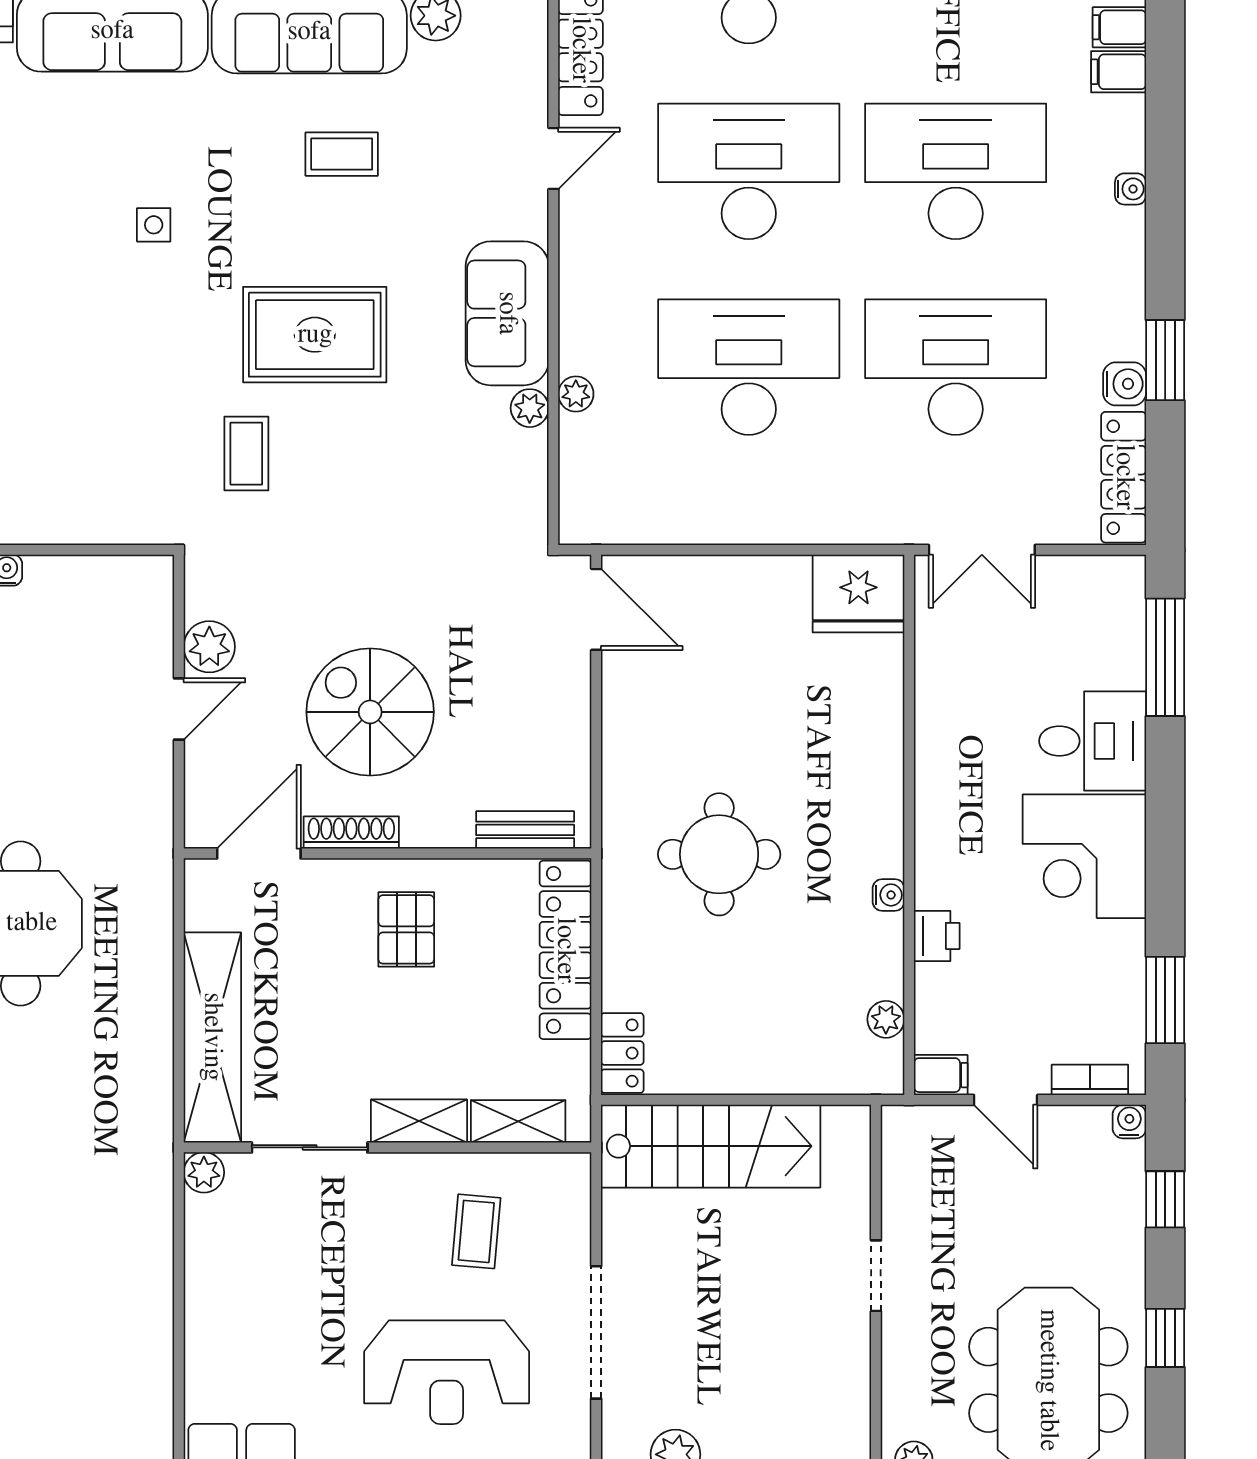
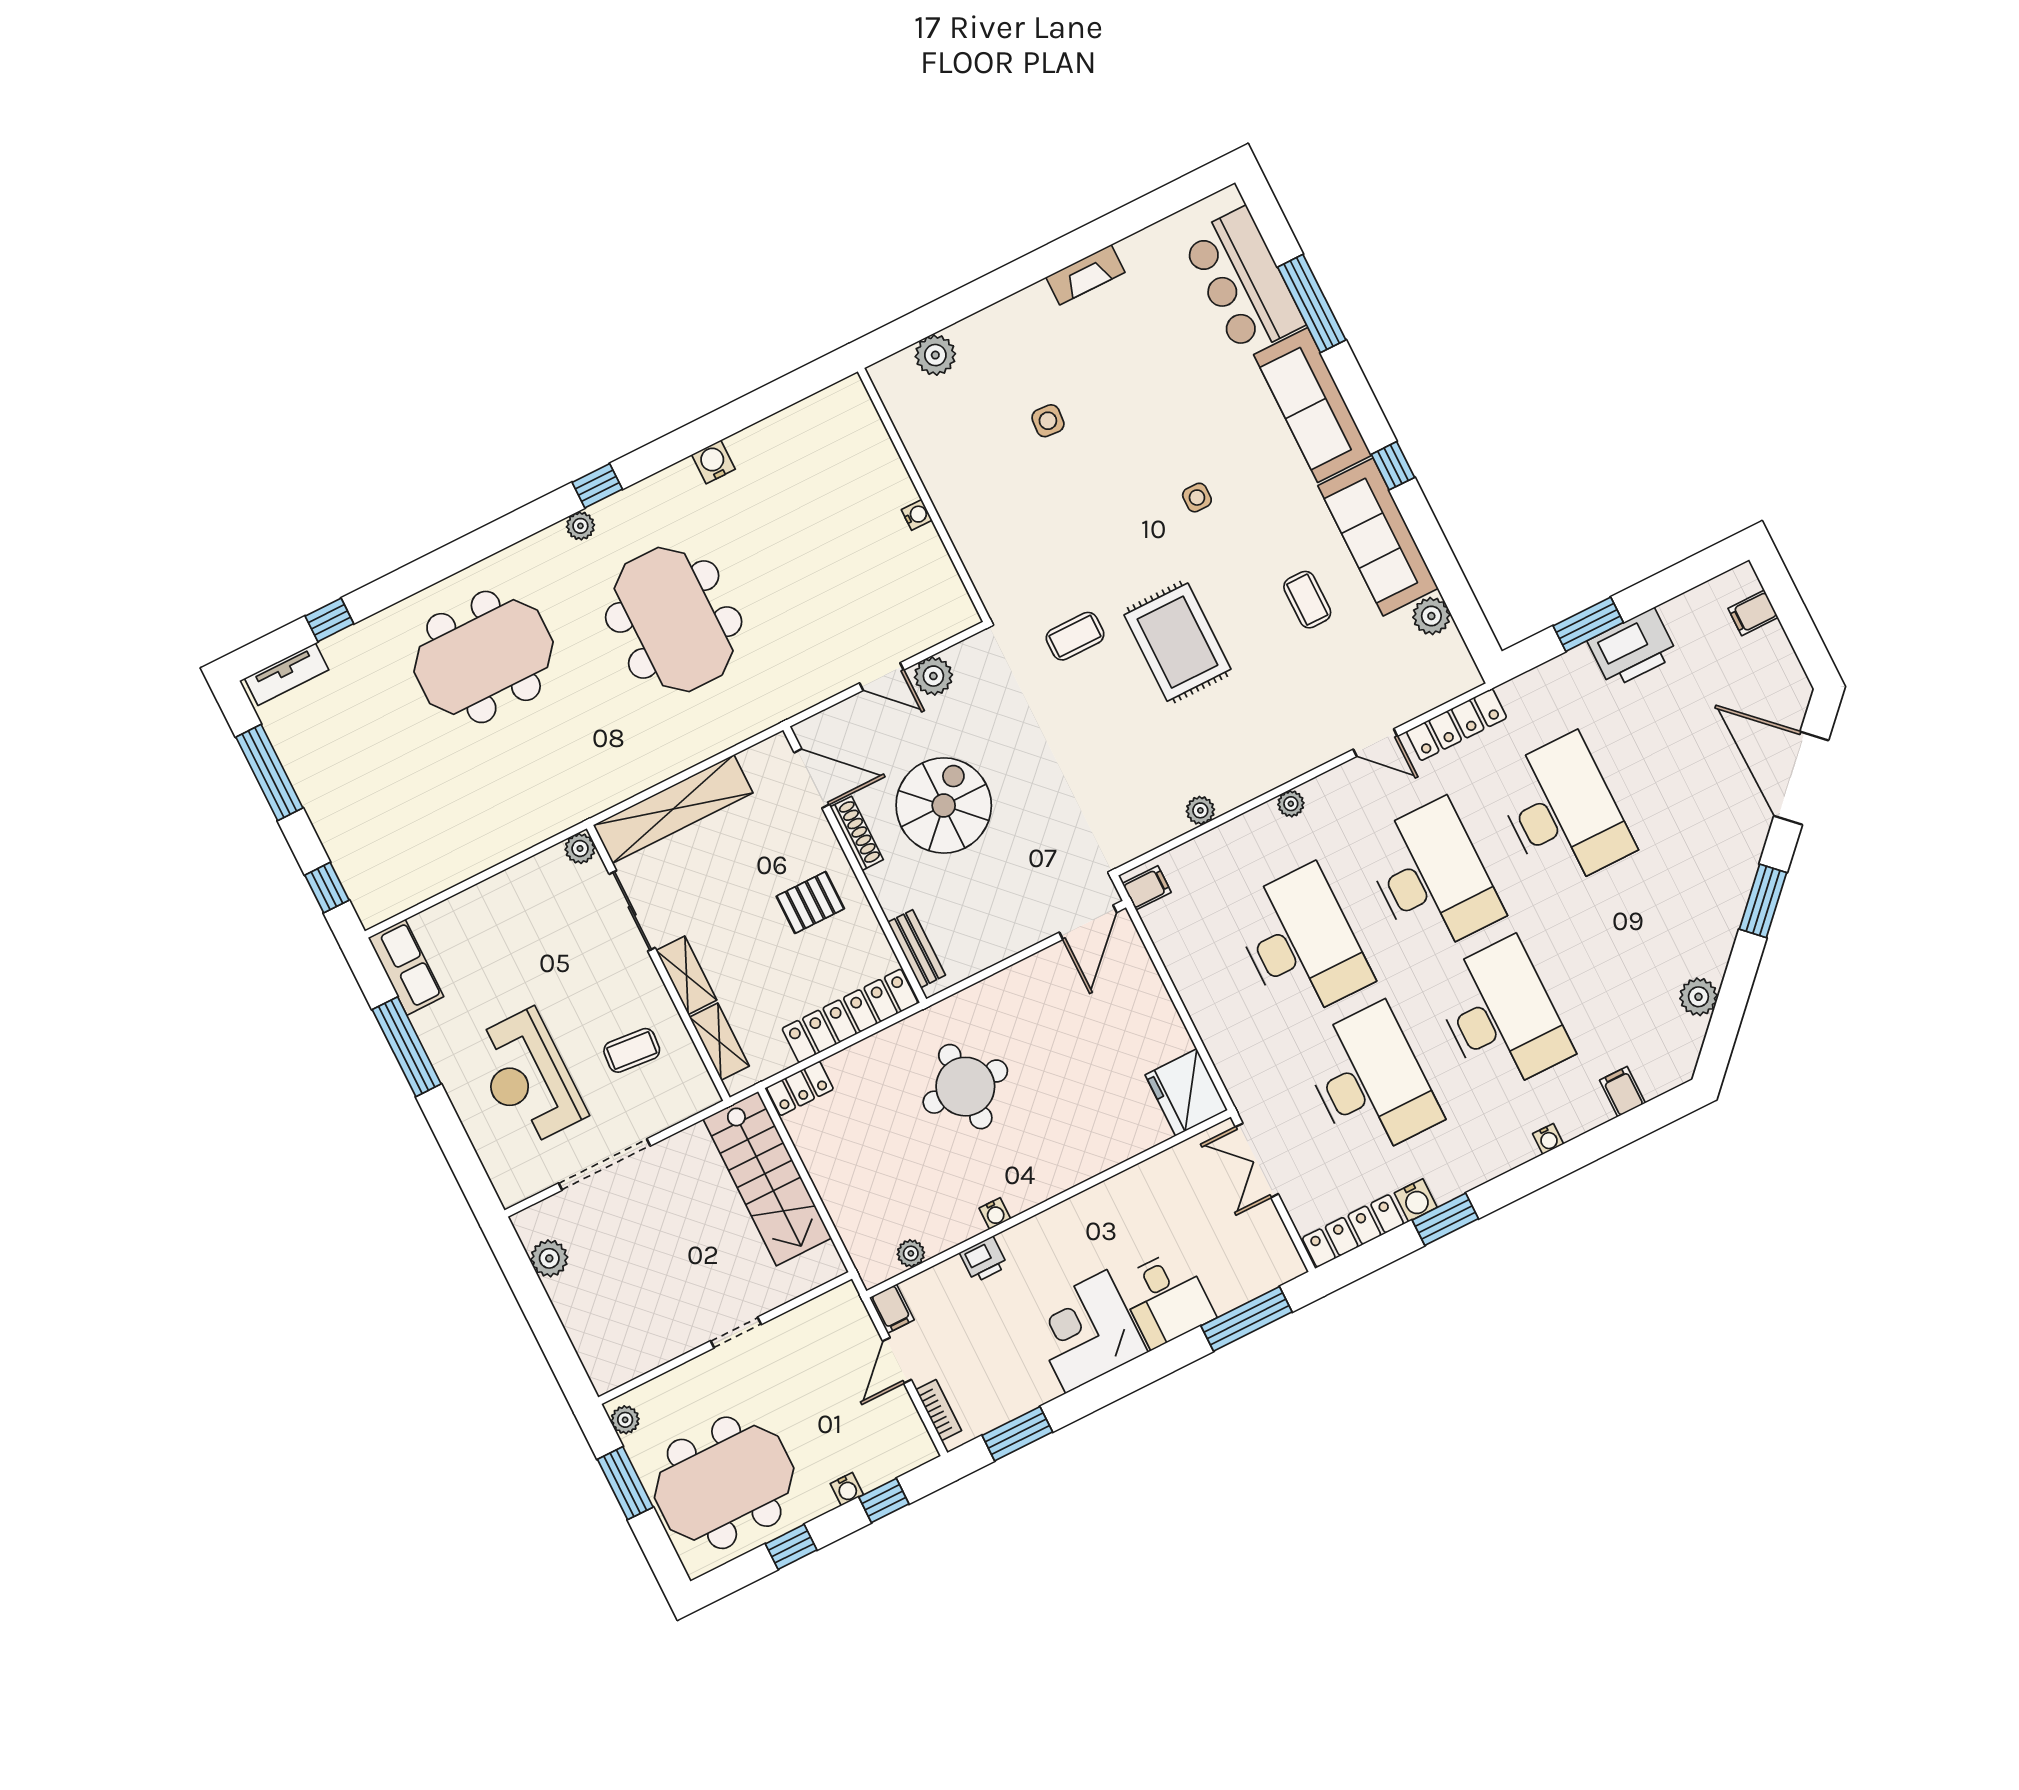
filing cabinet: (1119, 27) -> (1147, 888), moved, turned 90
sofa: (507, 313) -> (1256, 764), removed
plant: (576, 394) -> (1291, 804), moved
water cooler: (1129, 1121) -> (847, 1489), moved, turned 90

